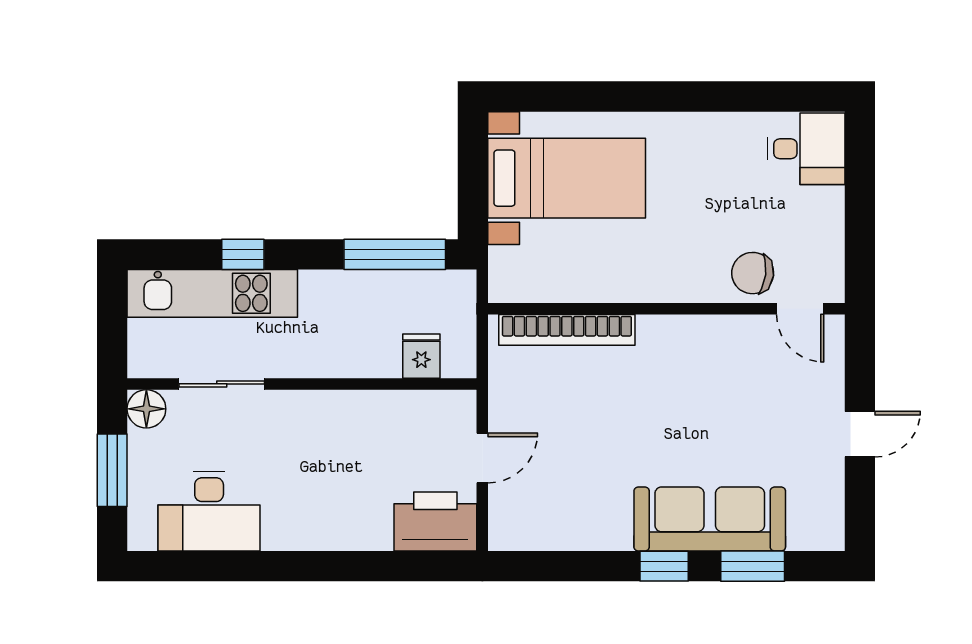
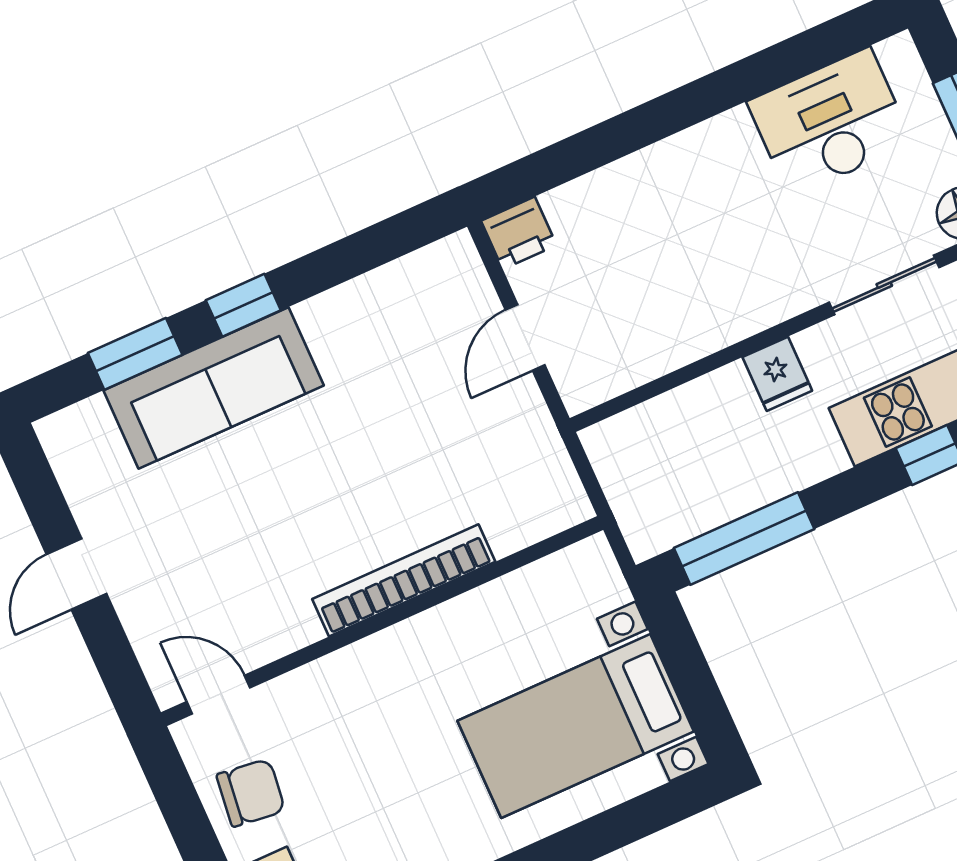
chair: (753, 273) -> (251, 793), moved
bookcase: (567, 330) -> (404, 580), moved
fridge: (421, 356) -> (777, 374), moved
printer: (435, 522) -> (519, 233), width x0.53, depth x0.68

